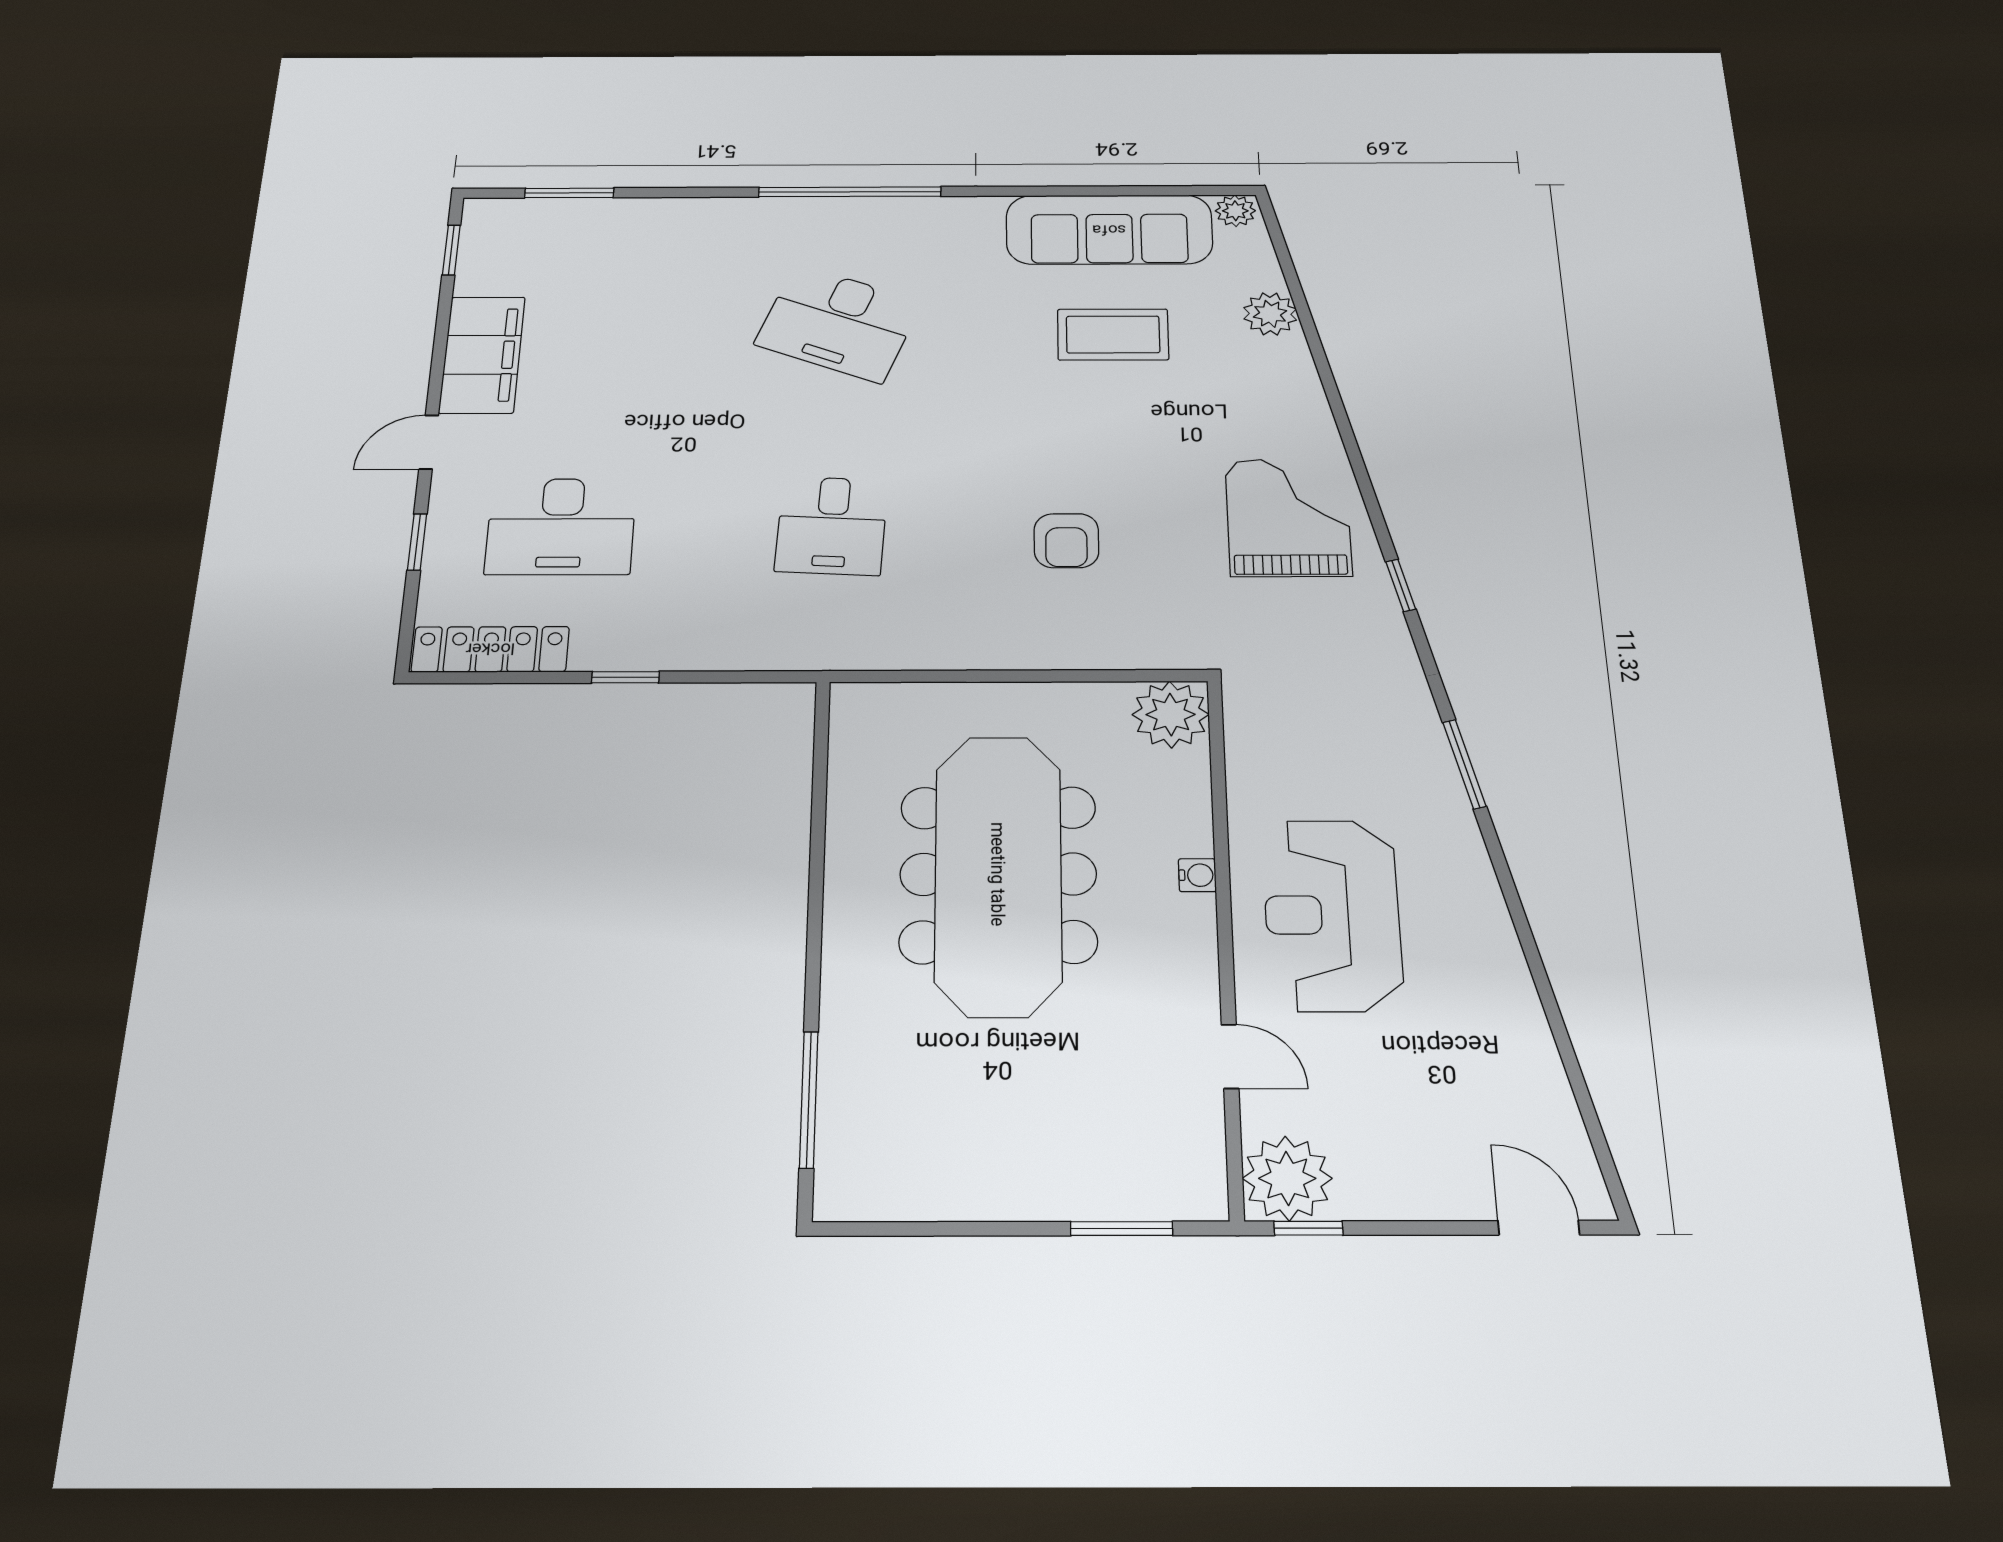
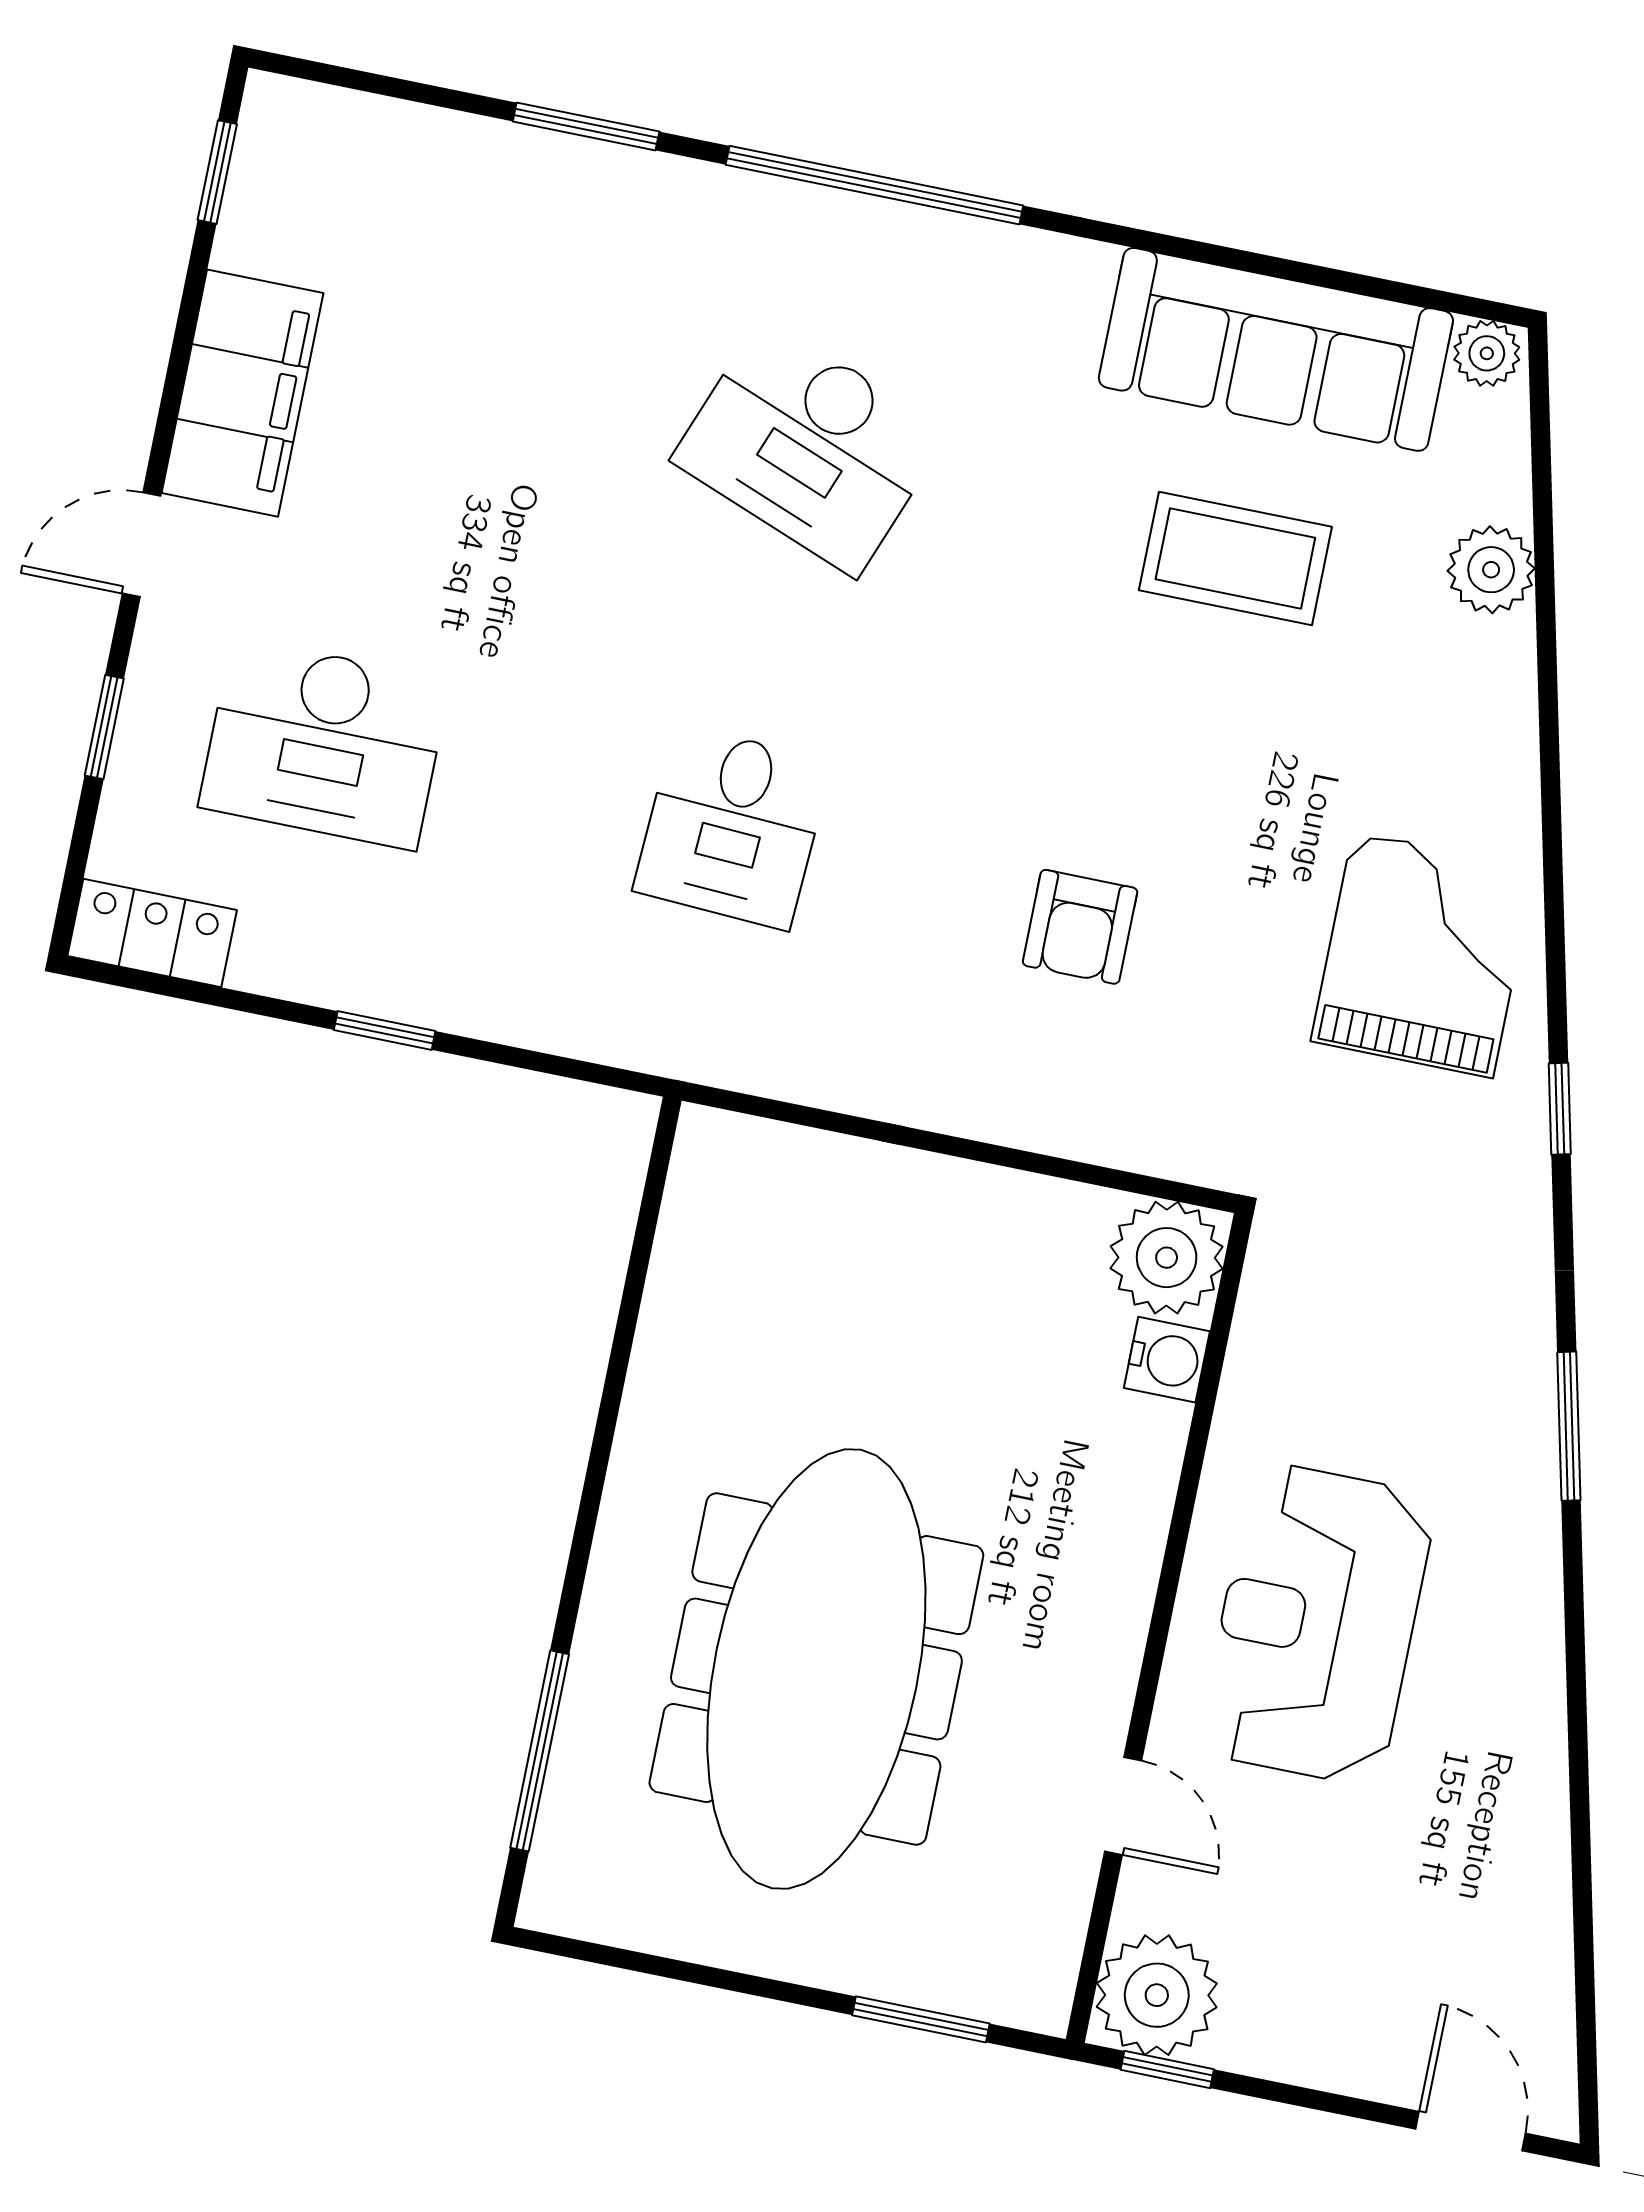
window: (569, 193) -> (586, 126), moved
locker: (490, 649) -> (152, 933), width x0.66
meeting table: (998, 874) -> (816, 1669), moved
water cooler: (1197, 875) -> (1167, 1360), moved, width x1.38, depth x1.38

